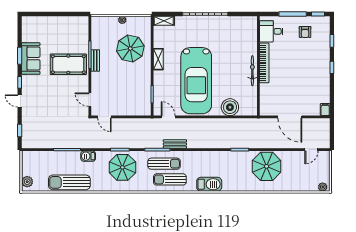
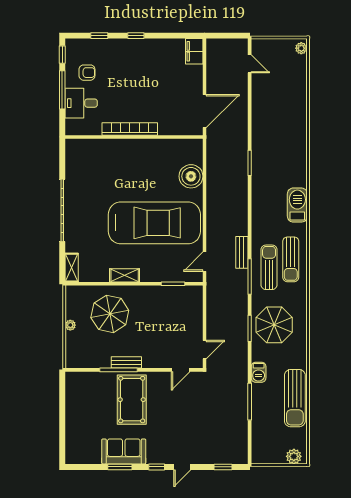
desk: (271, 31) -> (81, 103), moved, turned 90
bicycle: (252, 71) -> (141, 145), removed
filing cabinet: (325, 110) -> (194, 51), width x2.00
door: (290, 117) -> (204, 111), moved
parasol: (267, 166) -> (273, 126), removed

